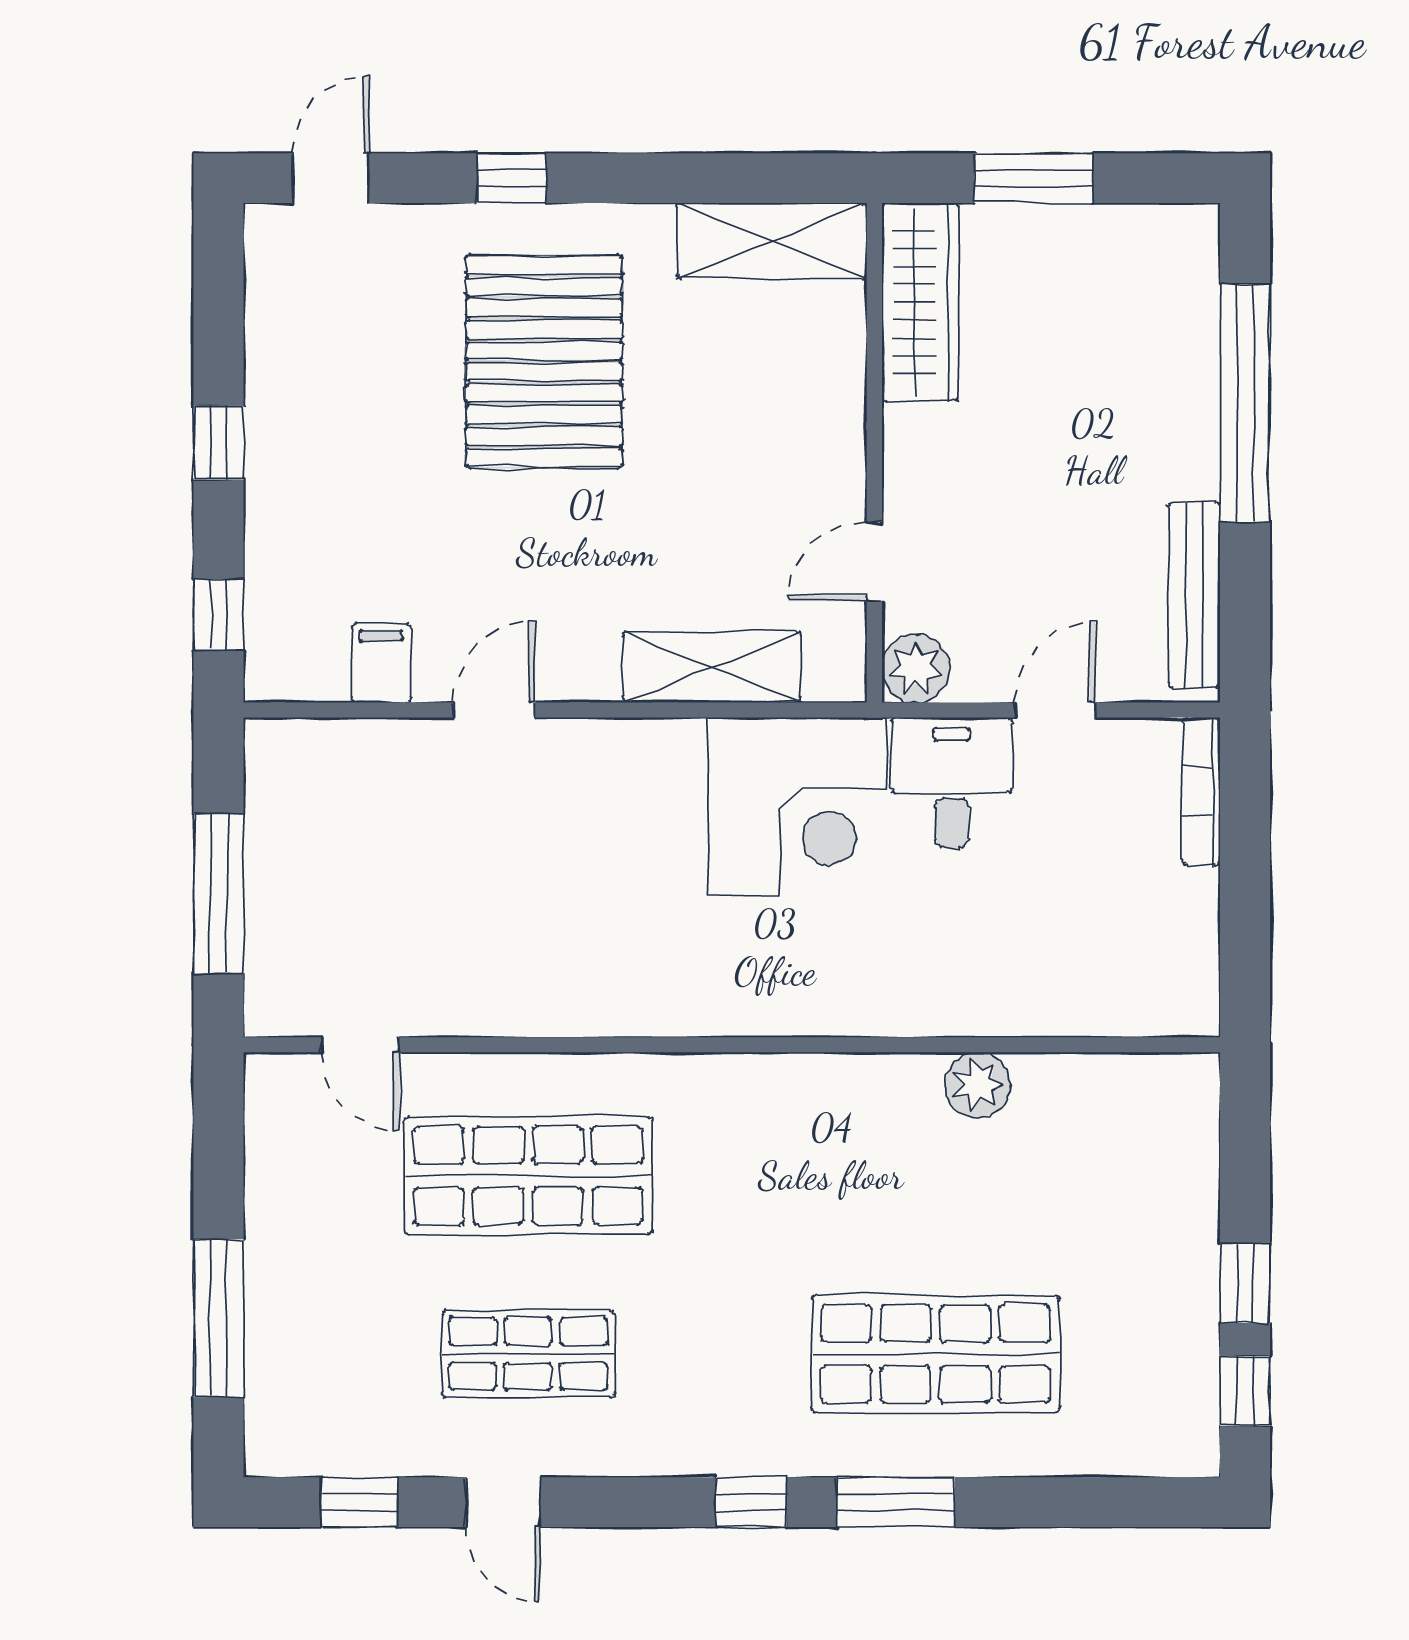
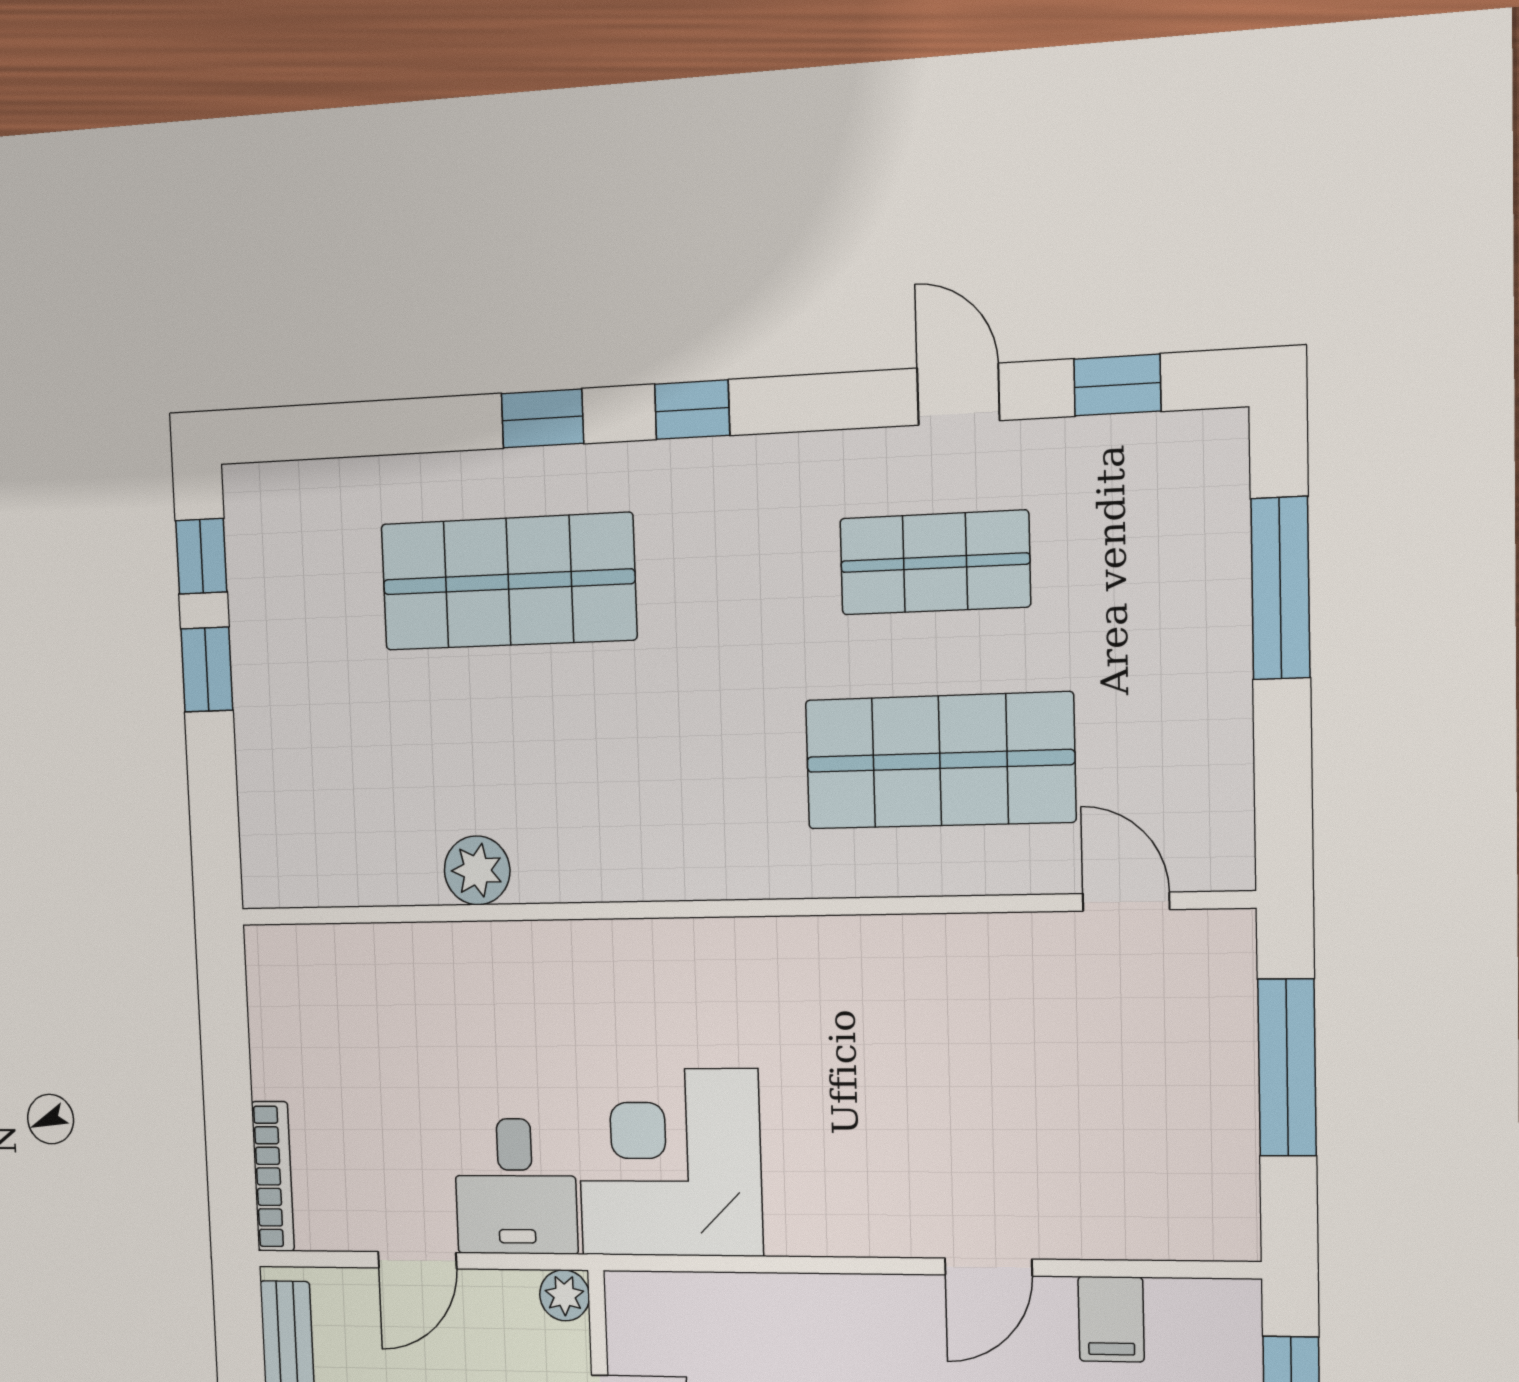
shelving: (712, 667) -> (762, 1310), removed
plant: (916, 668) -> (565, 1295), width x0.73, depth x0.73
window: (896, 1502) -> (542, 418), width x0.67

